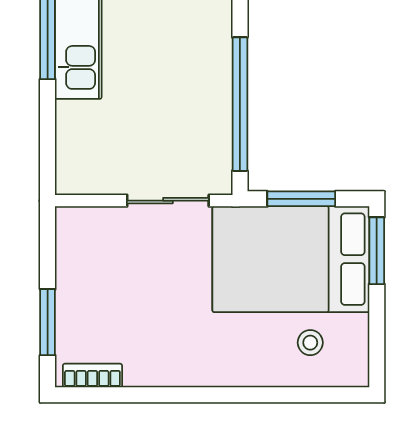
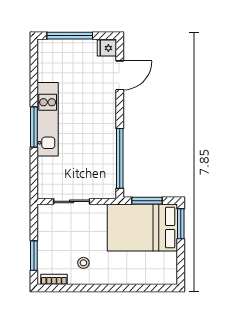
sliding door: (168, 201) -> (72, 201), moved
stool: (310, 343) -> (83, 263), moved

